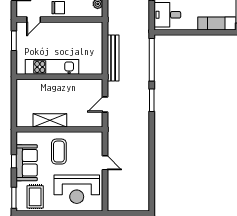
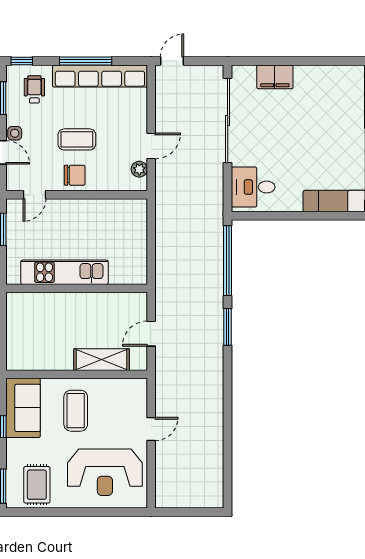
bench: (113, 58) -> (164, 258), removed
shelving: (50, 120) -> (102, 360), moved
sofa: (27, 163) -> (23, 408), moved
door: (105, 163) -> (151, 429), hinge flipped

